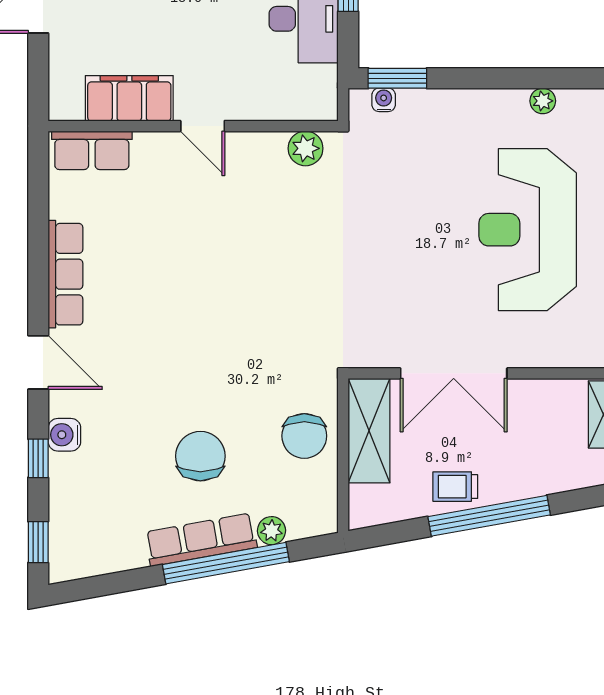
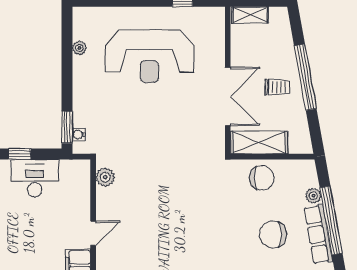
trolley: (455, 487) -> (277, 87), moved, turned -90

